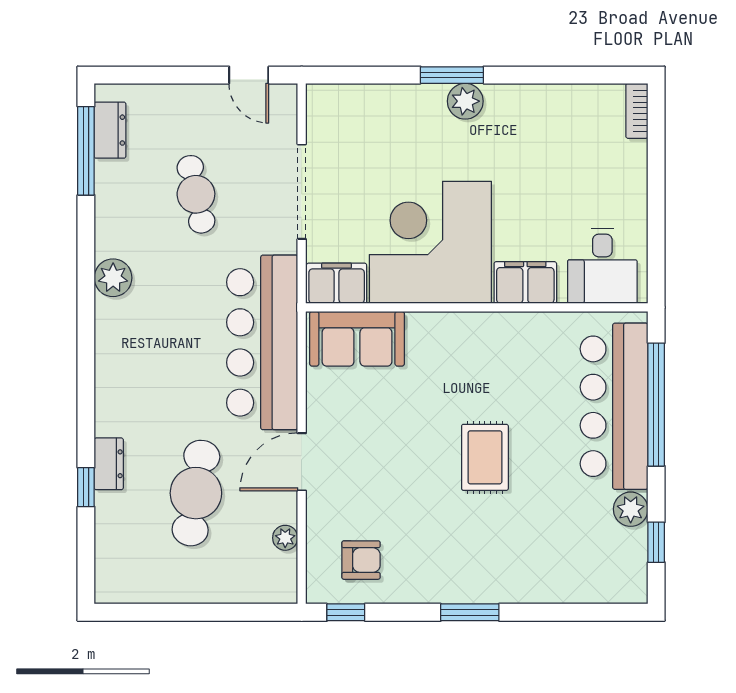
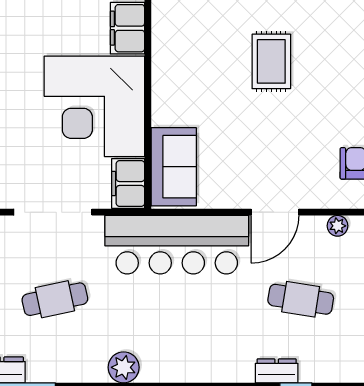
rug: (485, 457) -> (271, 61), turned 90
door: (302, 462) -> (275, 212), hinge flipped
cafe table: (196, 493) -> (301, 299), width x0.73, depth x0.74

